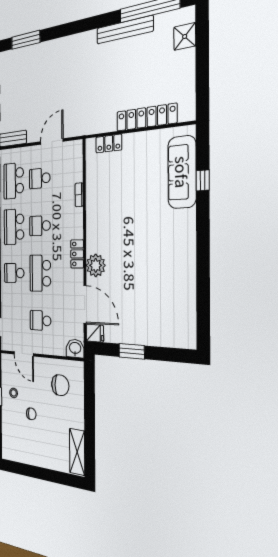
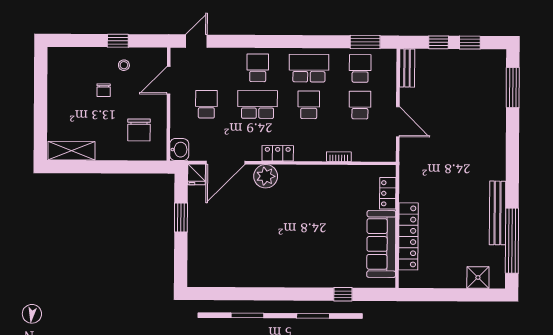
sofa: (182, 172) -> (381, 244), moved, turned -90
school desk: (14, 181) -> (360, 68), width x0.54

